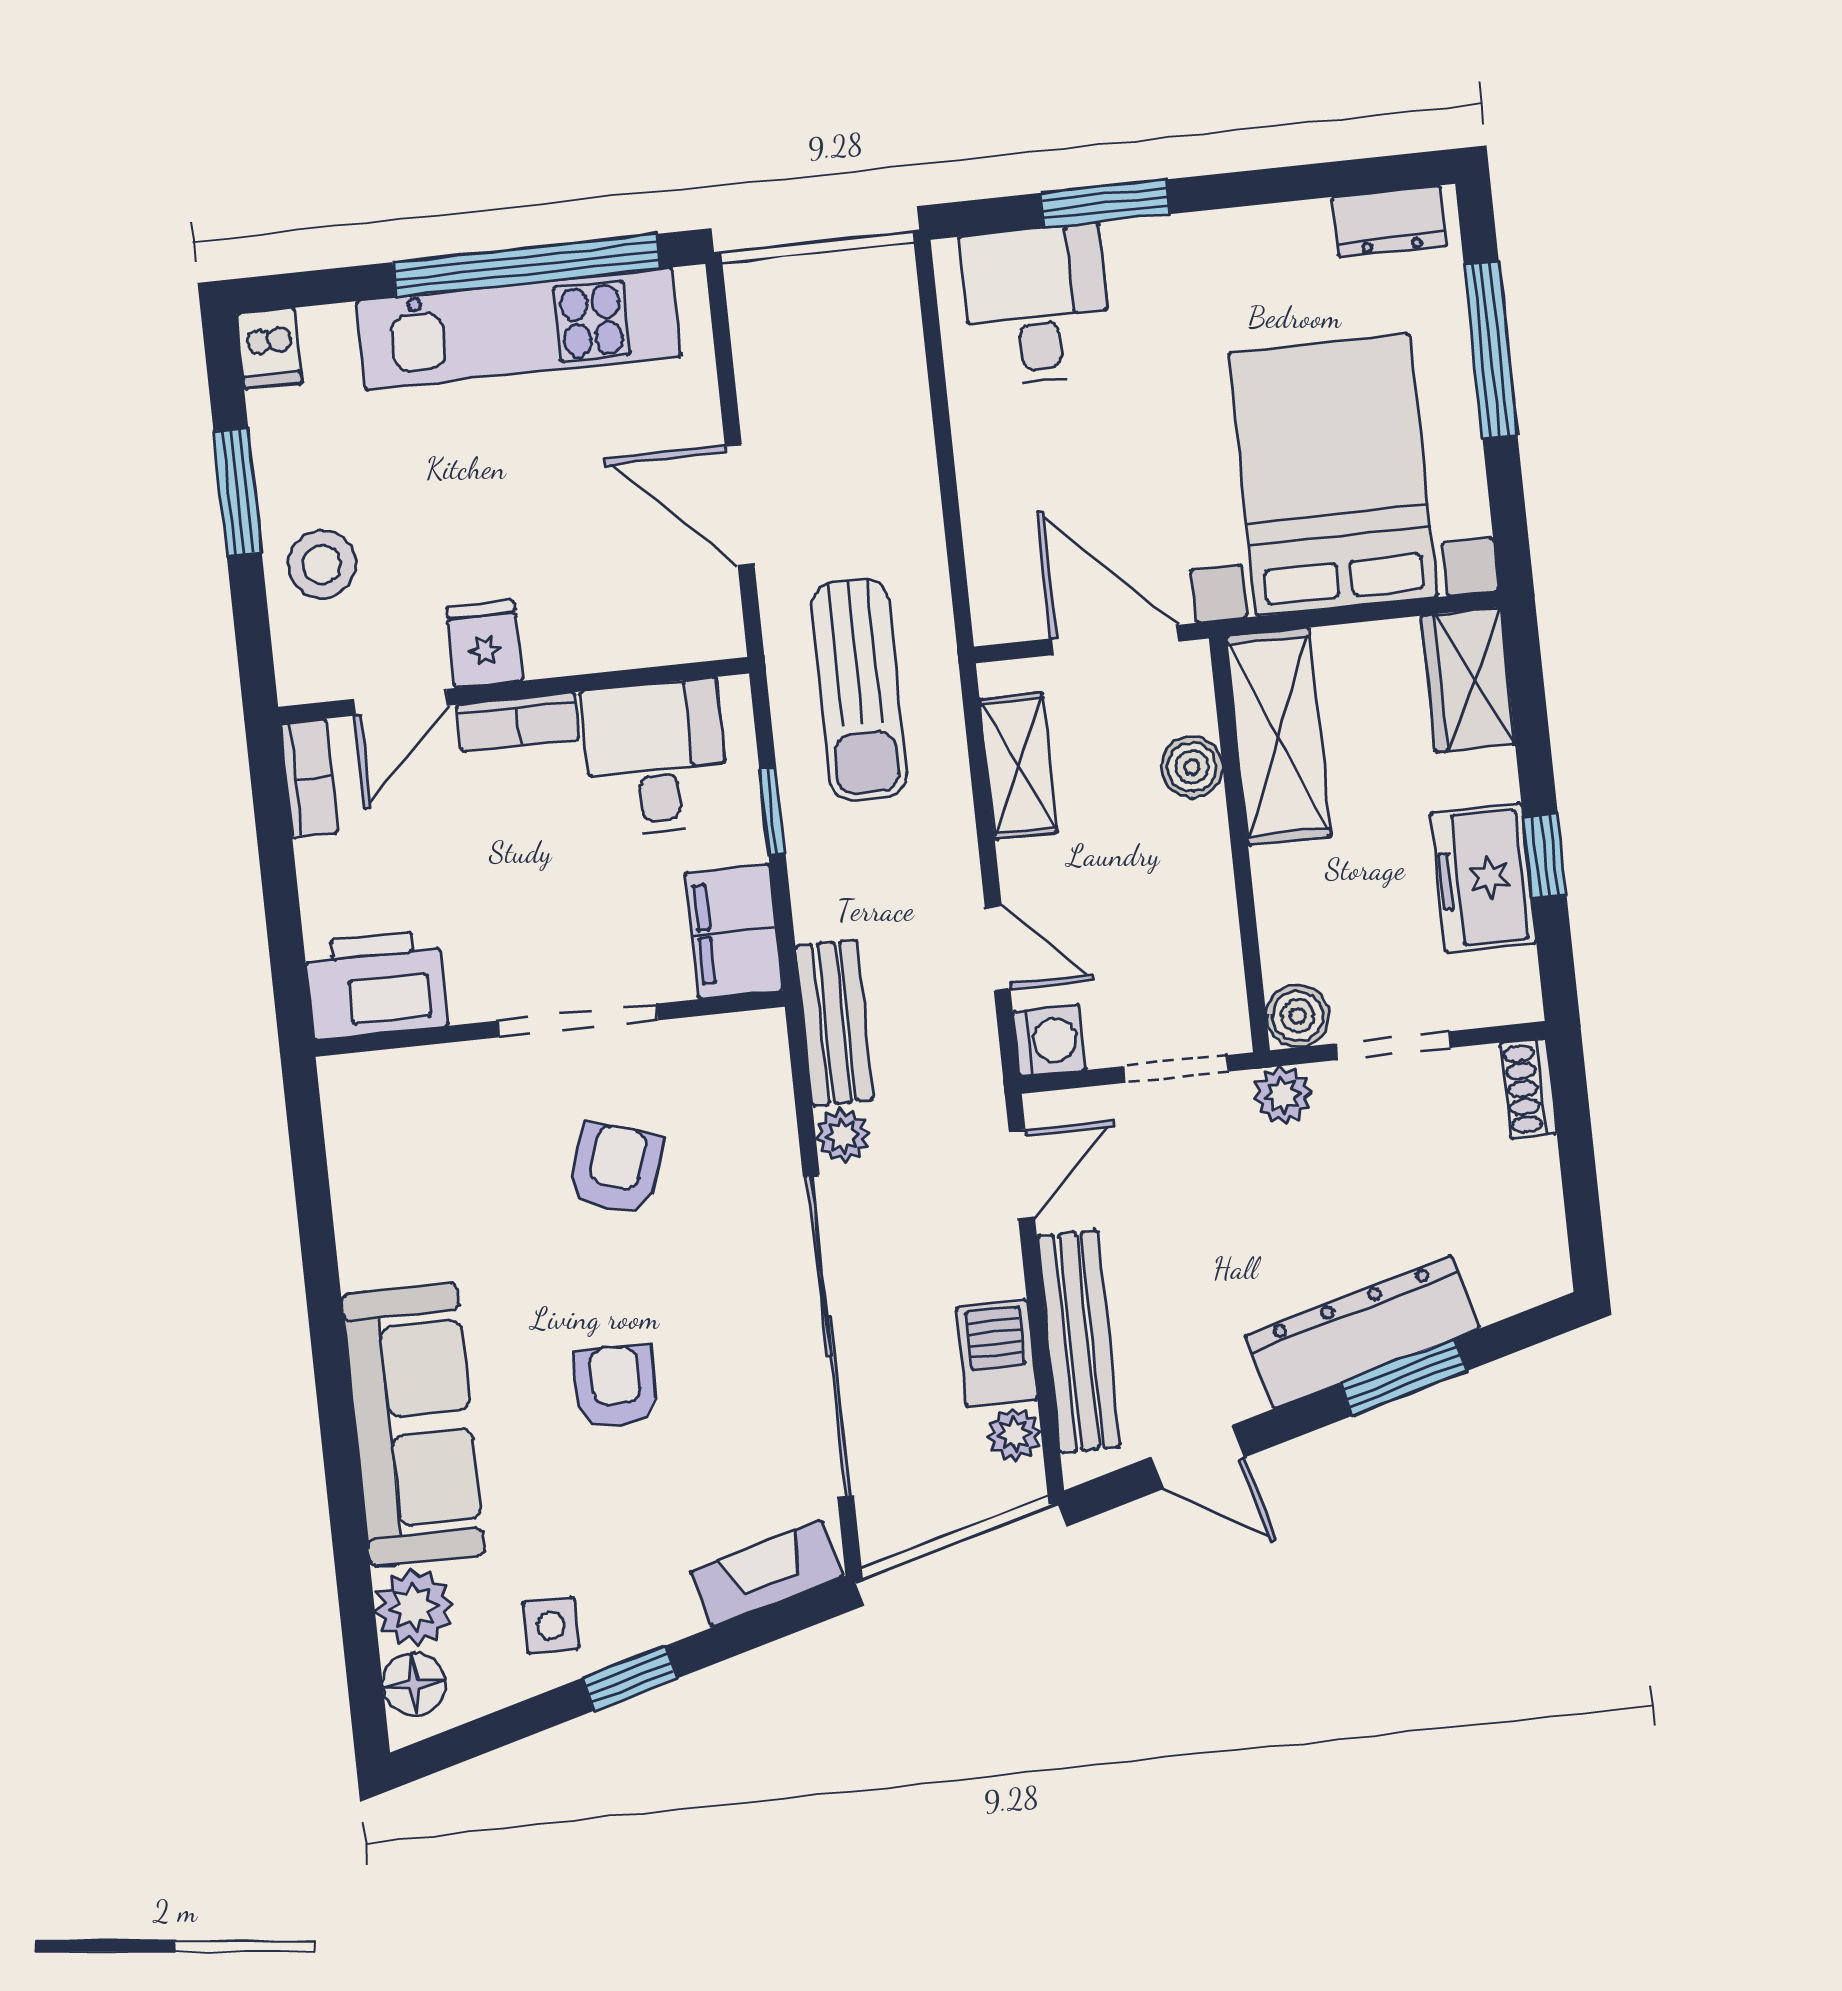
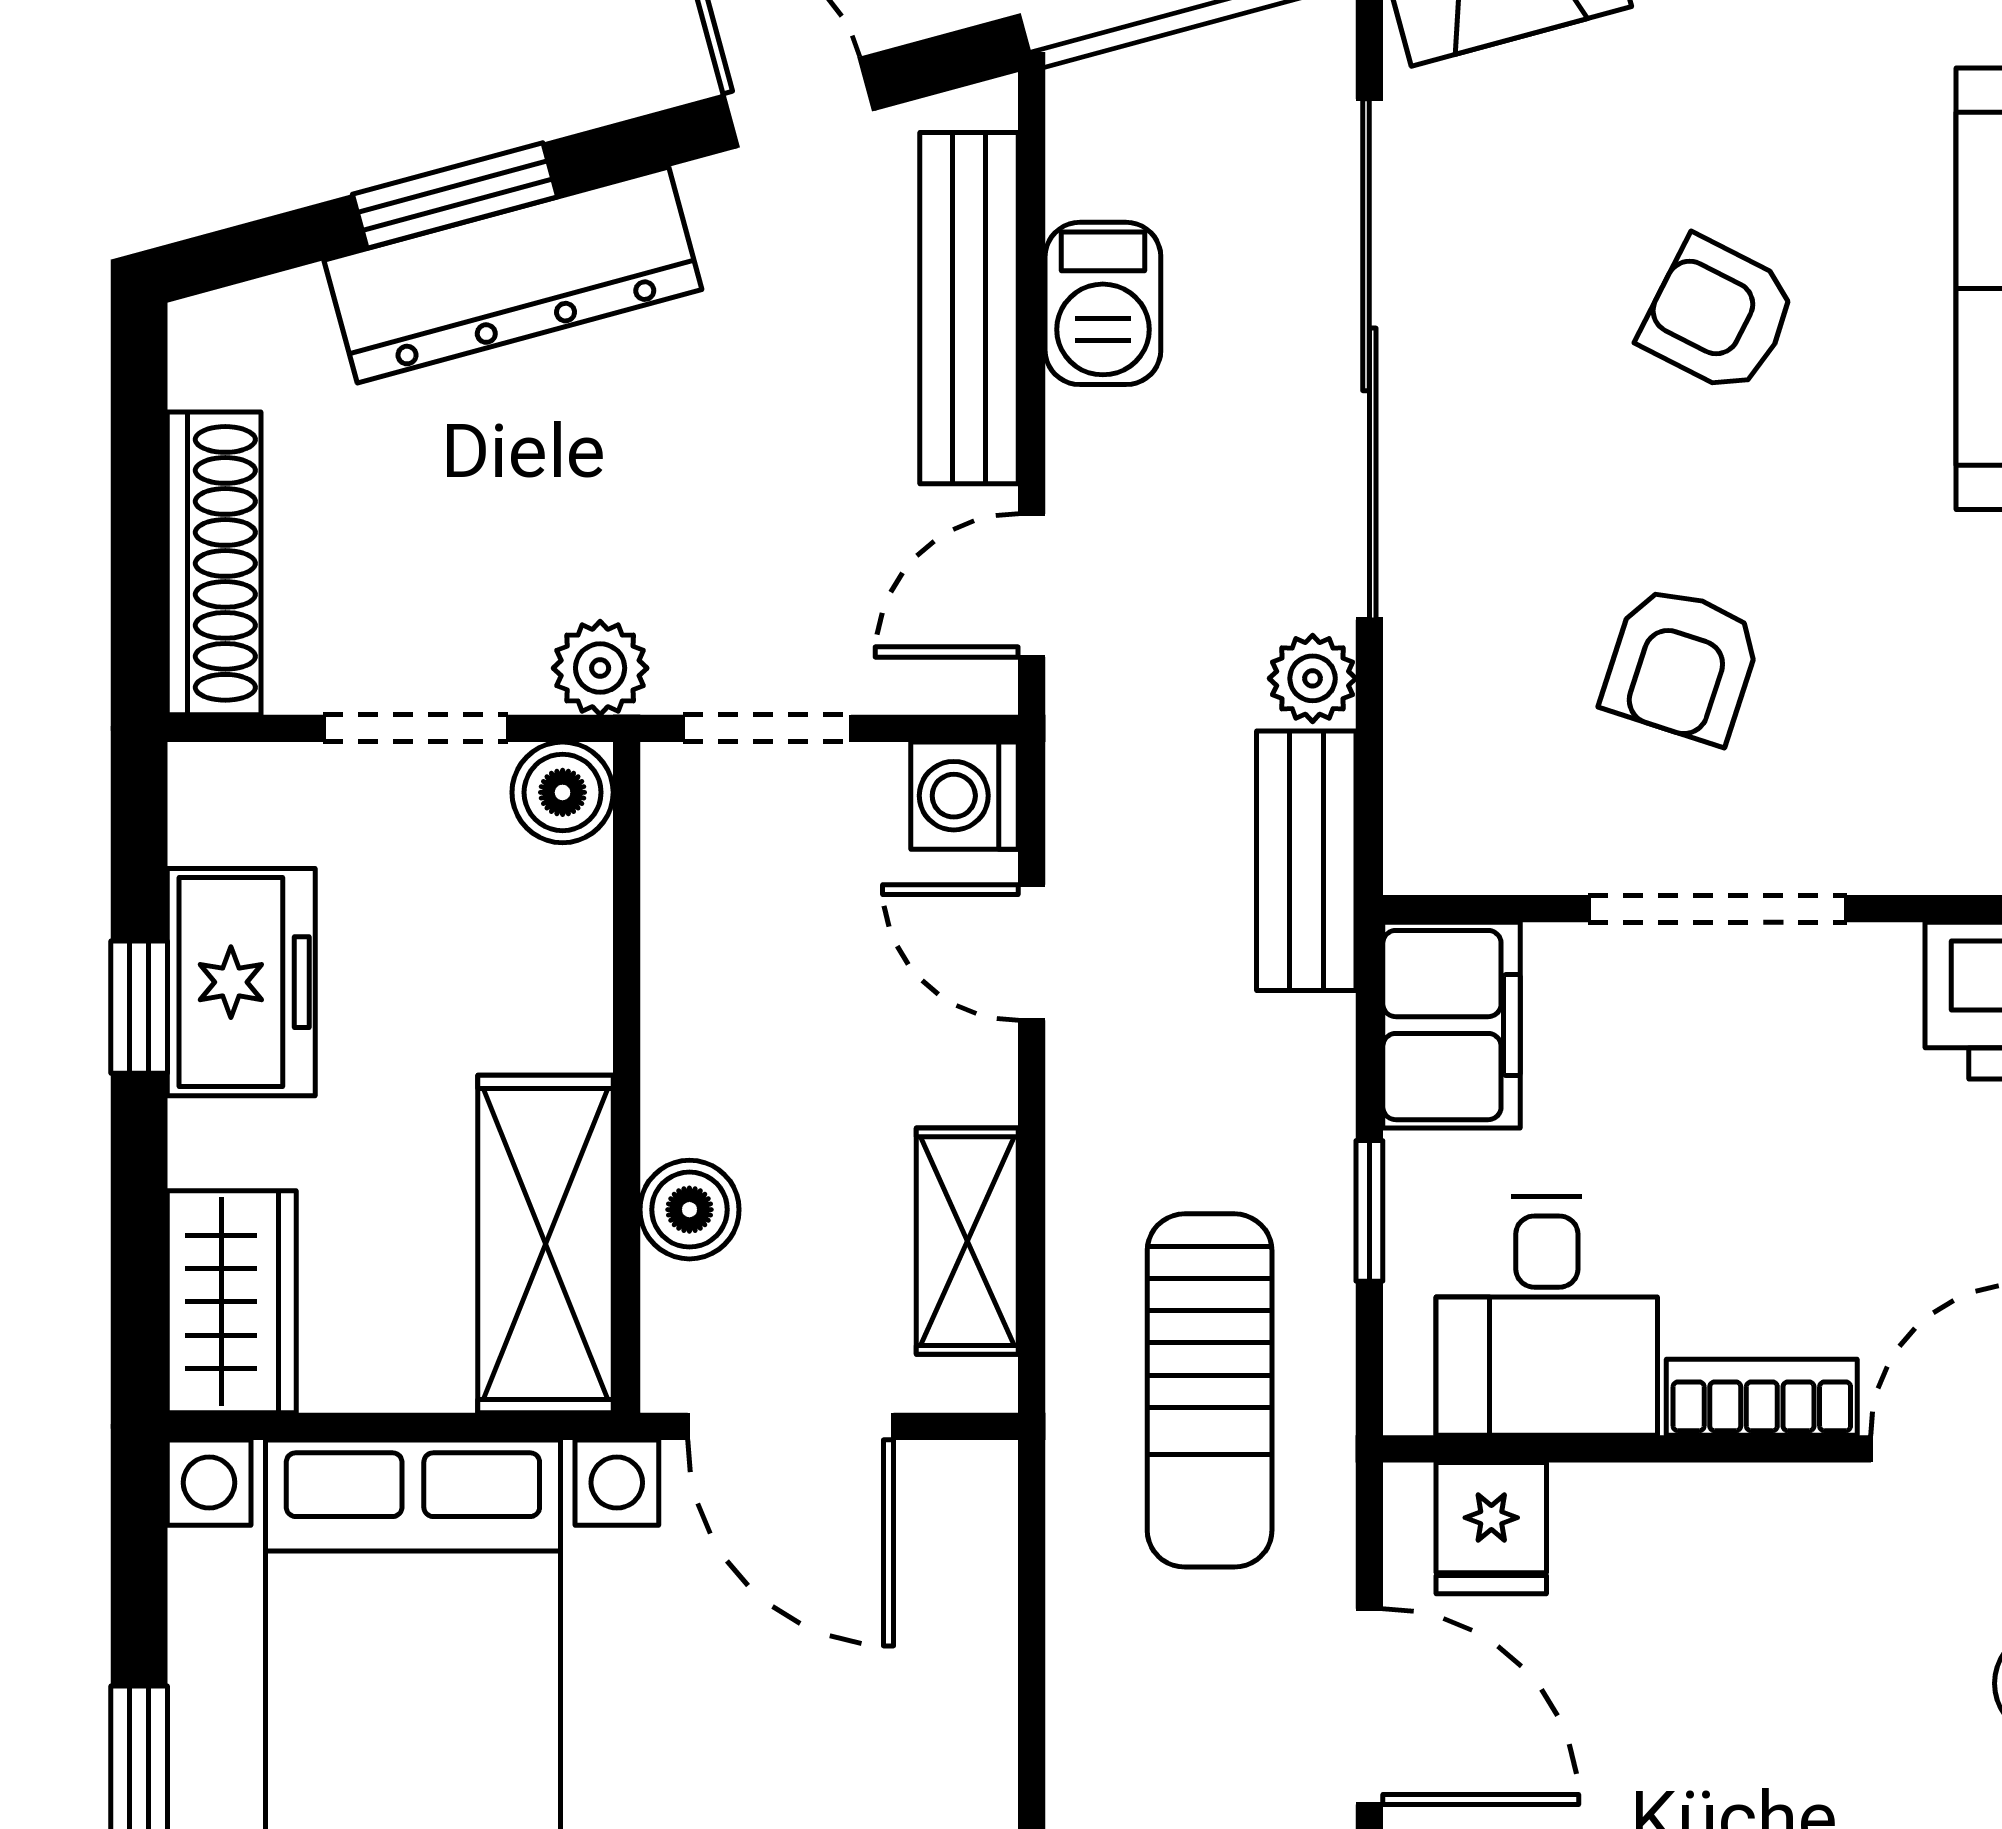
fridge: (484, 644) -> (1491, 1528), moved
sun lounger: (859, 690) -> (1210, 1390), turned 180
shoe rack: (1528, 1088) -> (214, 563), width x1.94, depth x1.24
armchair: (616, 1386) -> (1719, 315), turned 117
plant: (1014, 1435) -> (1088, 170), removed

